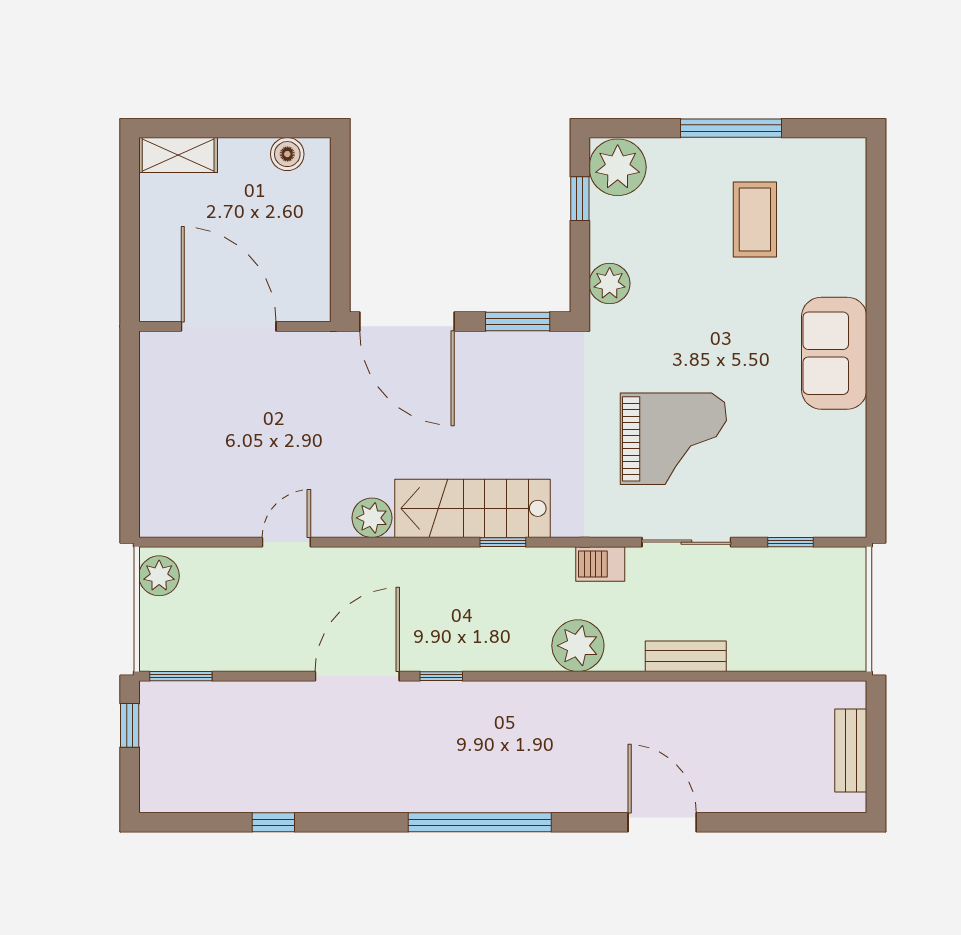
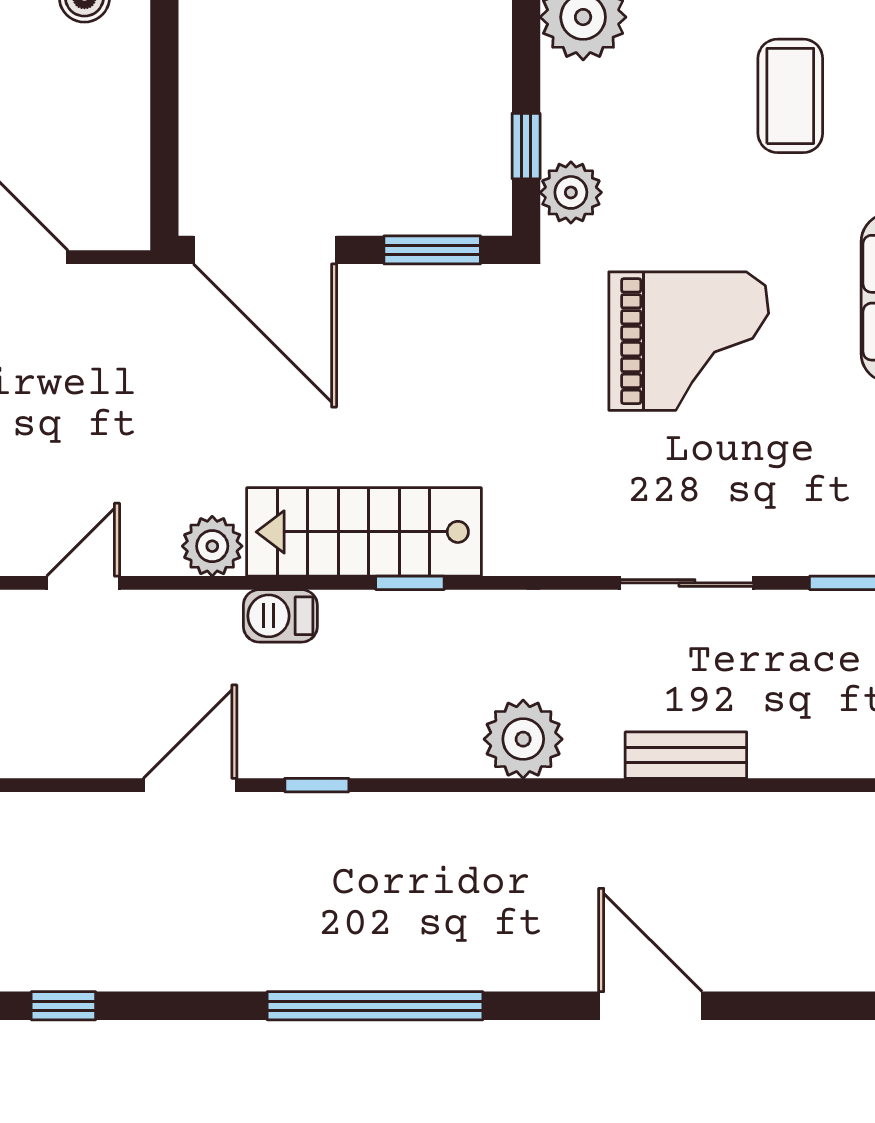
window: (580, 199) -> (526, 146), moved
grand piano: (673, 439) -> (689, 341), moved
barbecue: (600, 564) -> (280, 616), moved
door: (357, 676) -> (190, 785), width x0.73

